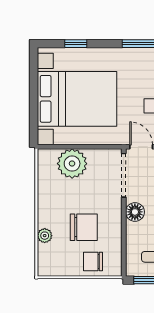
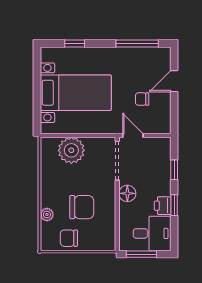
bed with nightstands: (77, 99) -> (76, 93), width x0.73
chair: (93, 262) -> (69, 238), moved

